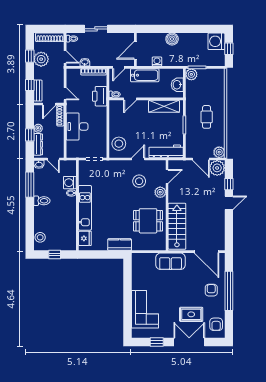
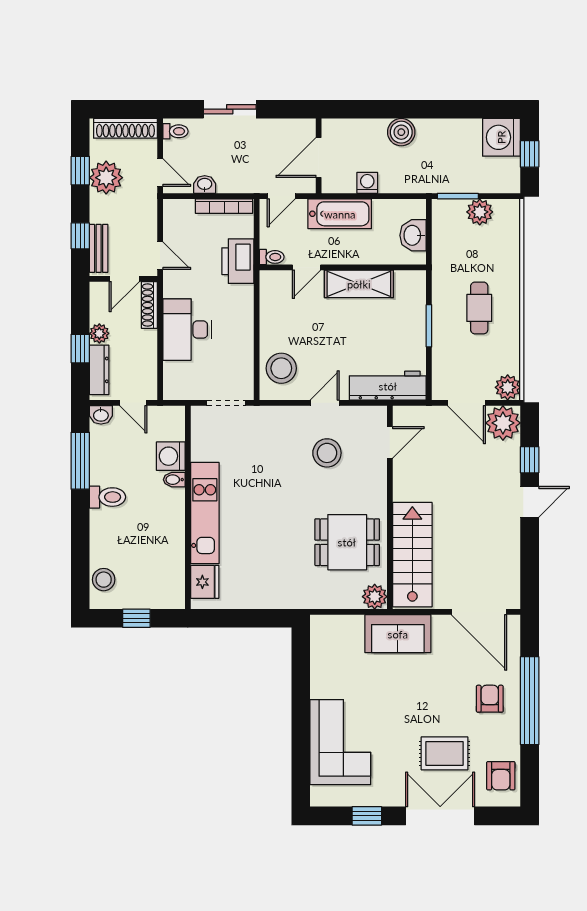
plant: (191, 74) -> (480, 212), moved
shelving: (164, 106) -> (359, 284), moved
plant: (160, 192) -> (375, 597), moved
kitchen counter: (120, 245) -> (283, 596), removed

